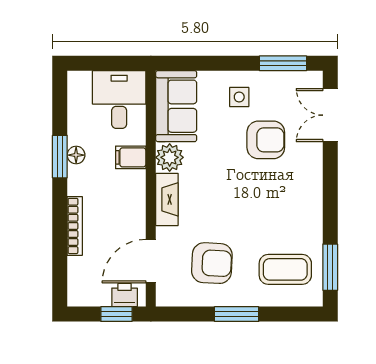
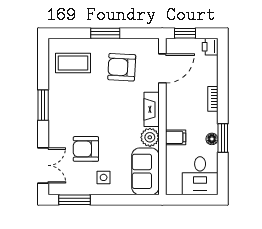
desk: (119, 100) -> (200, 176), moved
bookcase: (75, 226) -> (213, 99), width x0.64
window: (330, 267) -> (43, 105), moved
printer: (125, 295) -> (210, 47), moved, turned 90

